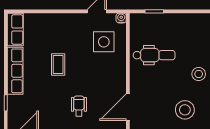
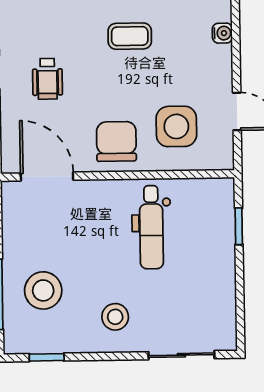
water cooler: (121, 18) -> (222, 33), moved
chair: (111, 72) -> (116, 141), added
wheelchair: (79, 106) -> (47, 79), turned 90

